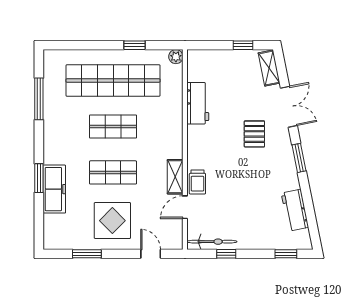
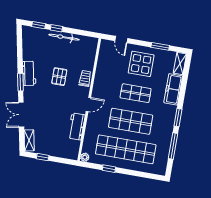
shop shelf: (113, 126) -> (131, 121), width x1.43, depth x1.36
pallet: (254, 134) -> (59, 77), moved
shelving: (175, 177) -> (180, 64), moved
window: (39, 178) -> (178, 118), moved
door: (185, 207) -> (88, 104), moved
workbench: (295, 210) -> (29, 73), moved
bicycle: (212, 242) -> (64, 37), moved
window: (226, 254) -> (56, 28), moved

